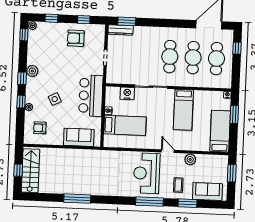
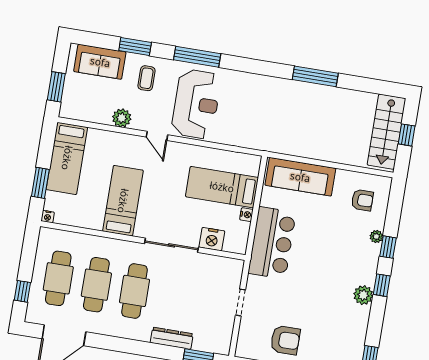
dresser: (121, 30) -> (172, 338), moved
side table: (55, 99) -> (332, 244), removed
sofa: (79, 137) -> (300, 177), width x1.36

